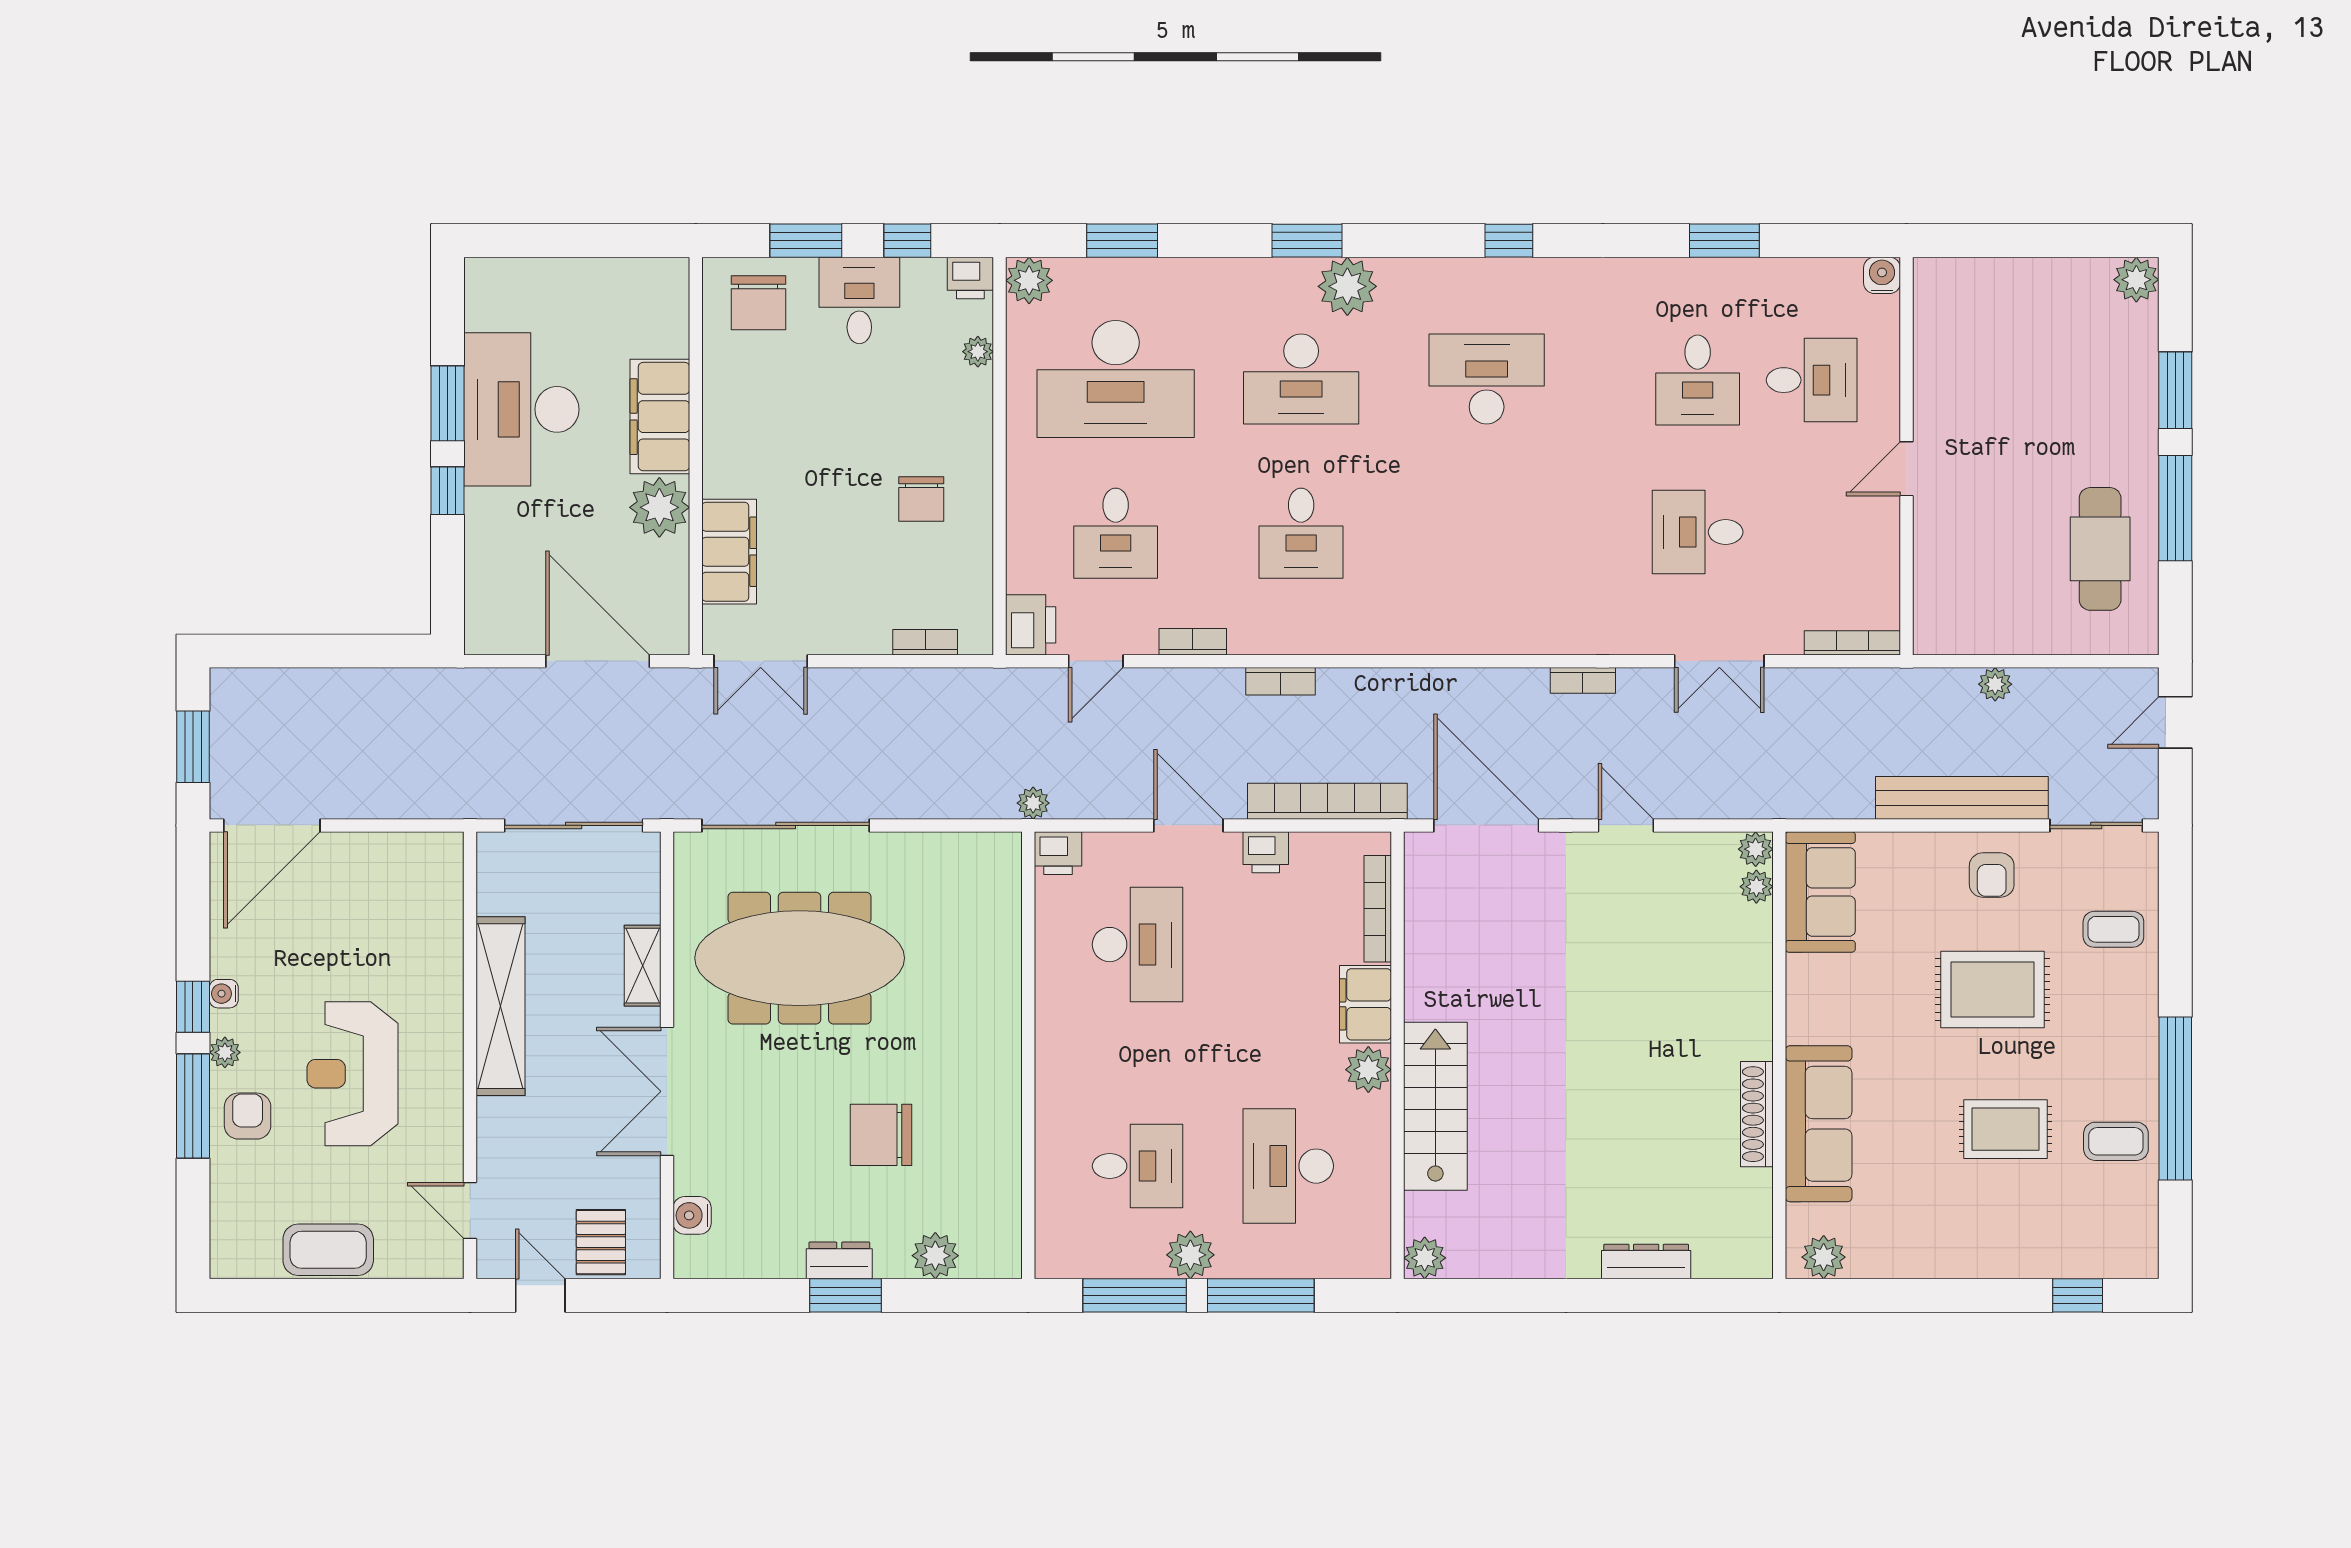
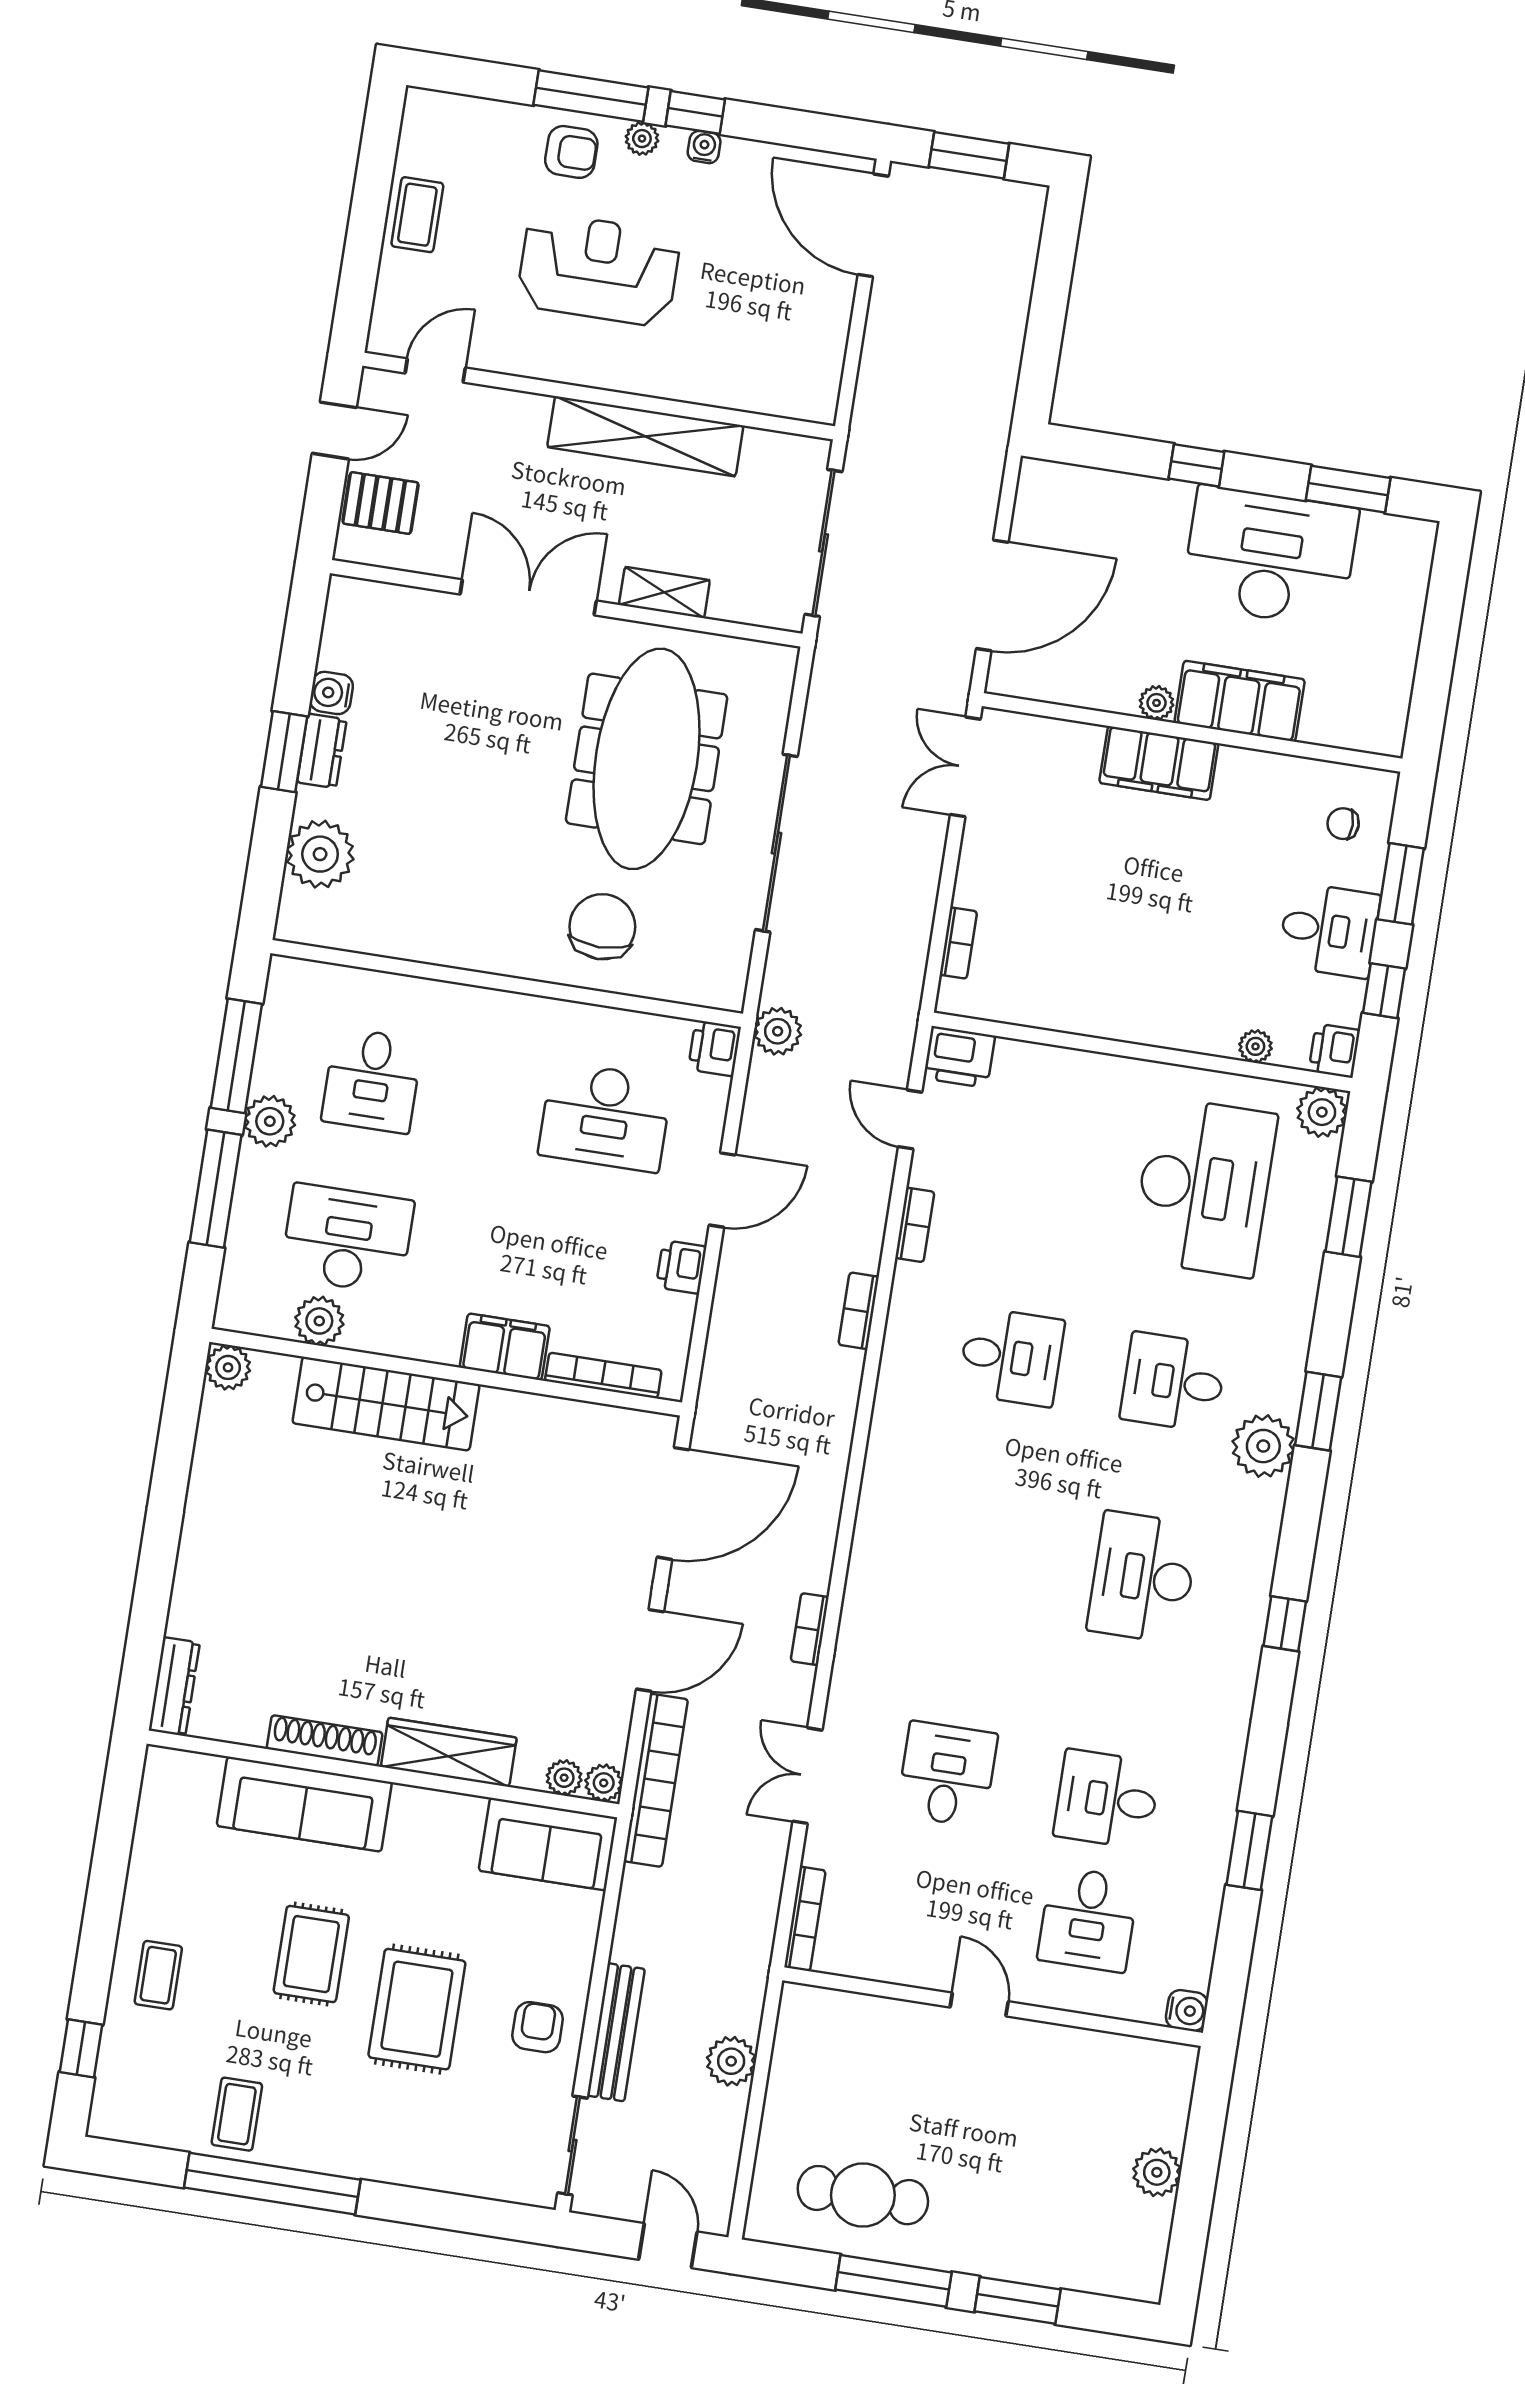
plant: (2136, 280) -> (1157, 2172), moved
chair: (758, 303) -> (1343, 824), width x0.54, depth x0.54
desk: (1116, 379) -> (1204, 1187), turned 180
desk: (1301, 379) -> (1173, 1382), width x0.73
desk: (1487, 379) -> (1143, 1577), turned 180
window: (447, 403) -> (1348, 489), moved
chair: (921, 499) -> (1110, 963), removed
plant: (659, 507) -> (1157, 703), width x0.53, depth x0.53
desk: (1116, 533) -> (1042, 1162), removed
desk: (1301, 533) -> (1011, 1357), turned 180
filing cabinet: (729, 552) -> (1159, 763), moved
plant: (1995, 684) -> (731, 2061), width x1.38, depth x1.38
bench: (1962, 798) -> (616, 2032), width x0.73, depth x0.82
bookcase: (1327, 801) -> (656, 1780), moved
plant: (1033, 803) -> (778, 1031), width x1.38, depth x1.38
sliding door: (786, 825) -> (776, 843), moved
door: (1626, 825) -> (650, 1650), width x1.38
armchair: (1992, 875) -> (538, 2027), turned 90
coffee table: (2113, 929) -> (158, 1975), moved
wardrobe: (1750, 997) -> (449, 1752), added
plant: (1368, 1070) -> (319, 1321), moved
rug: (2005, 1129) -> (311, 1954), moved
chair: (881, 1135) -> (602, 927), moved
water cooler: (692, 1215) -> (331, 693), moved, turned -90
coffee table: (328, 1250) -> (417, 215), width x0.73, depth x0.77
plant: (935, 1256) -> (320, 854), width x1.36, depth x1.36
plant: (1824, 1257) -> (163, 1787), removed
dresser: (1646, 1262) -> (174, 1687), moved

